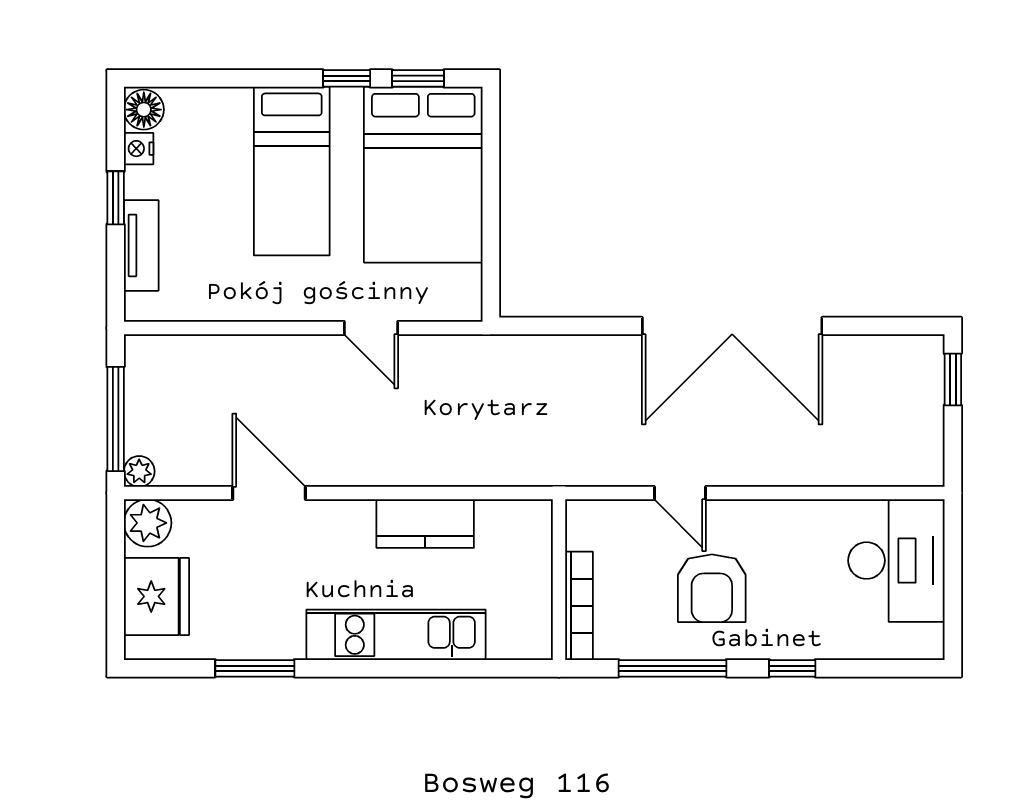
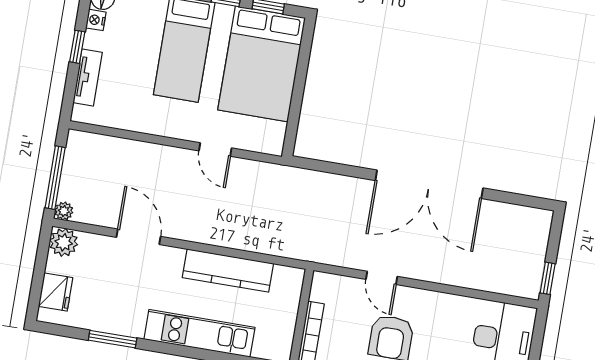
window: (953, 379) -> (548, 278), moved
kitchen counter: (425, 524) -> (228, 271), width x1.50
fridge: (156, 596) -> (56, 292), width x0.73, depth x0.75

